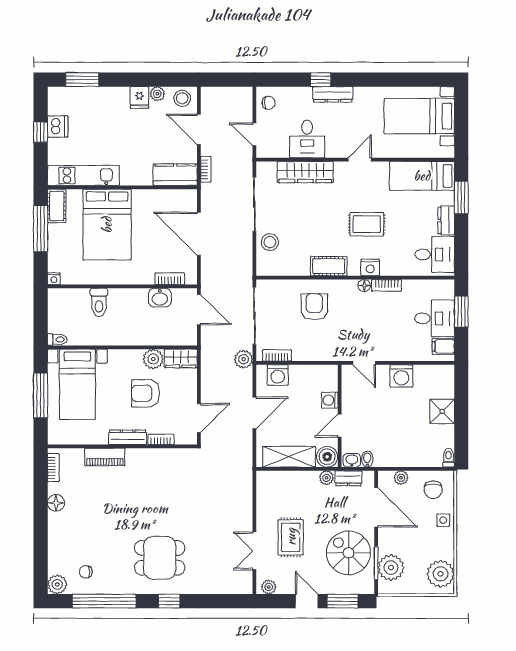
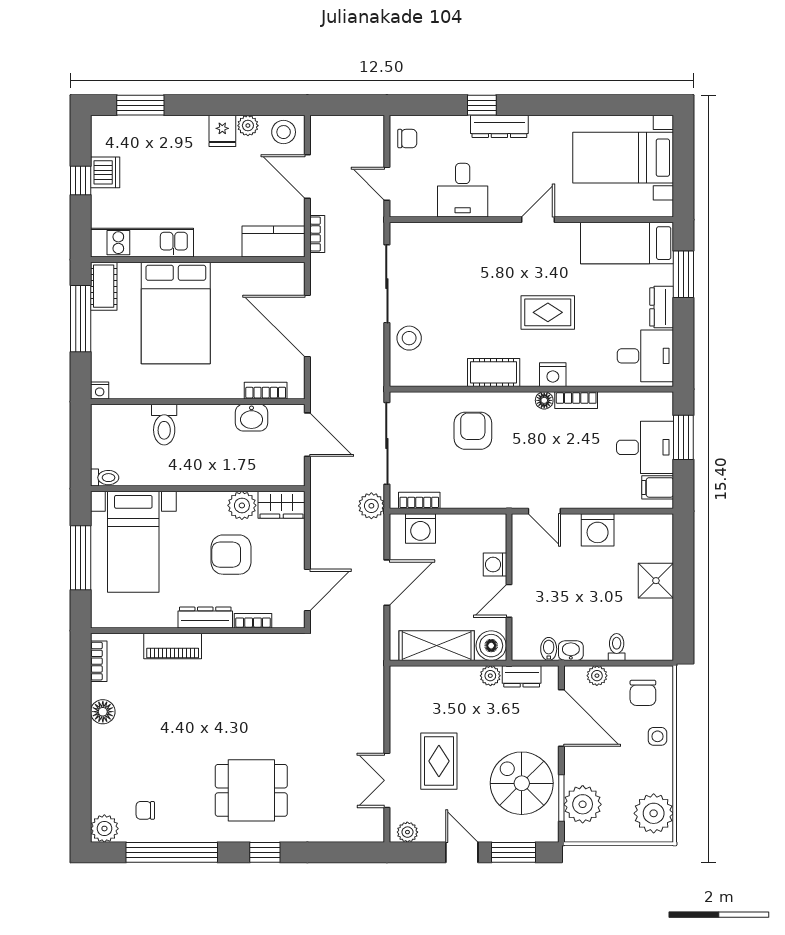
wardrobe: (305, 172) -> (460, 238), removed
toilet: (449, 458) -> (617, 647), moved
washbasin: (352, 460) -> (571, 651), moved

